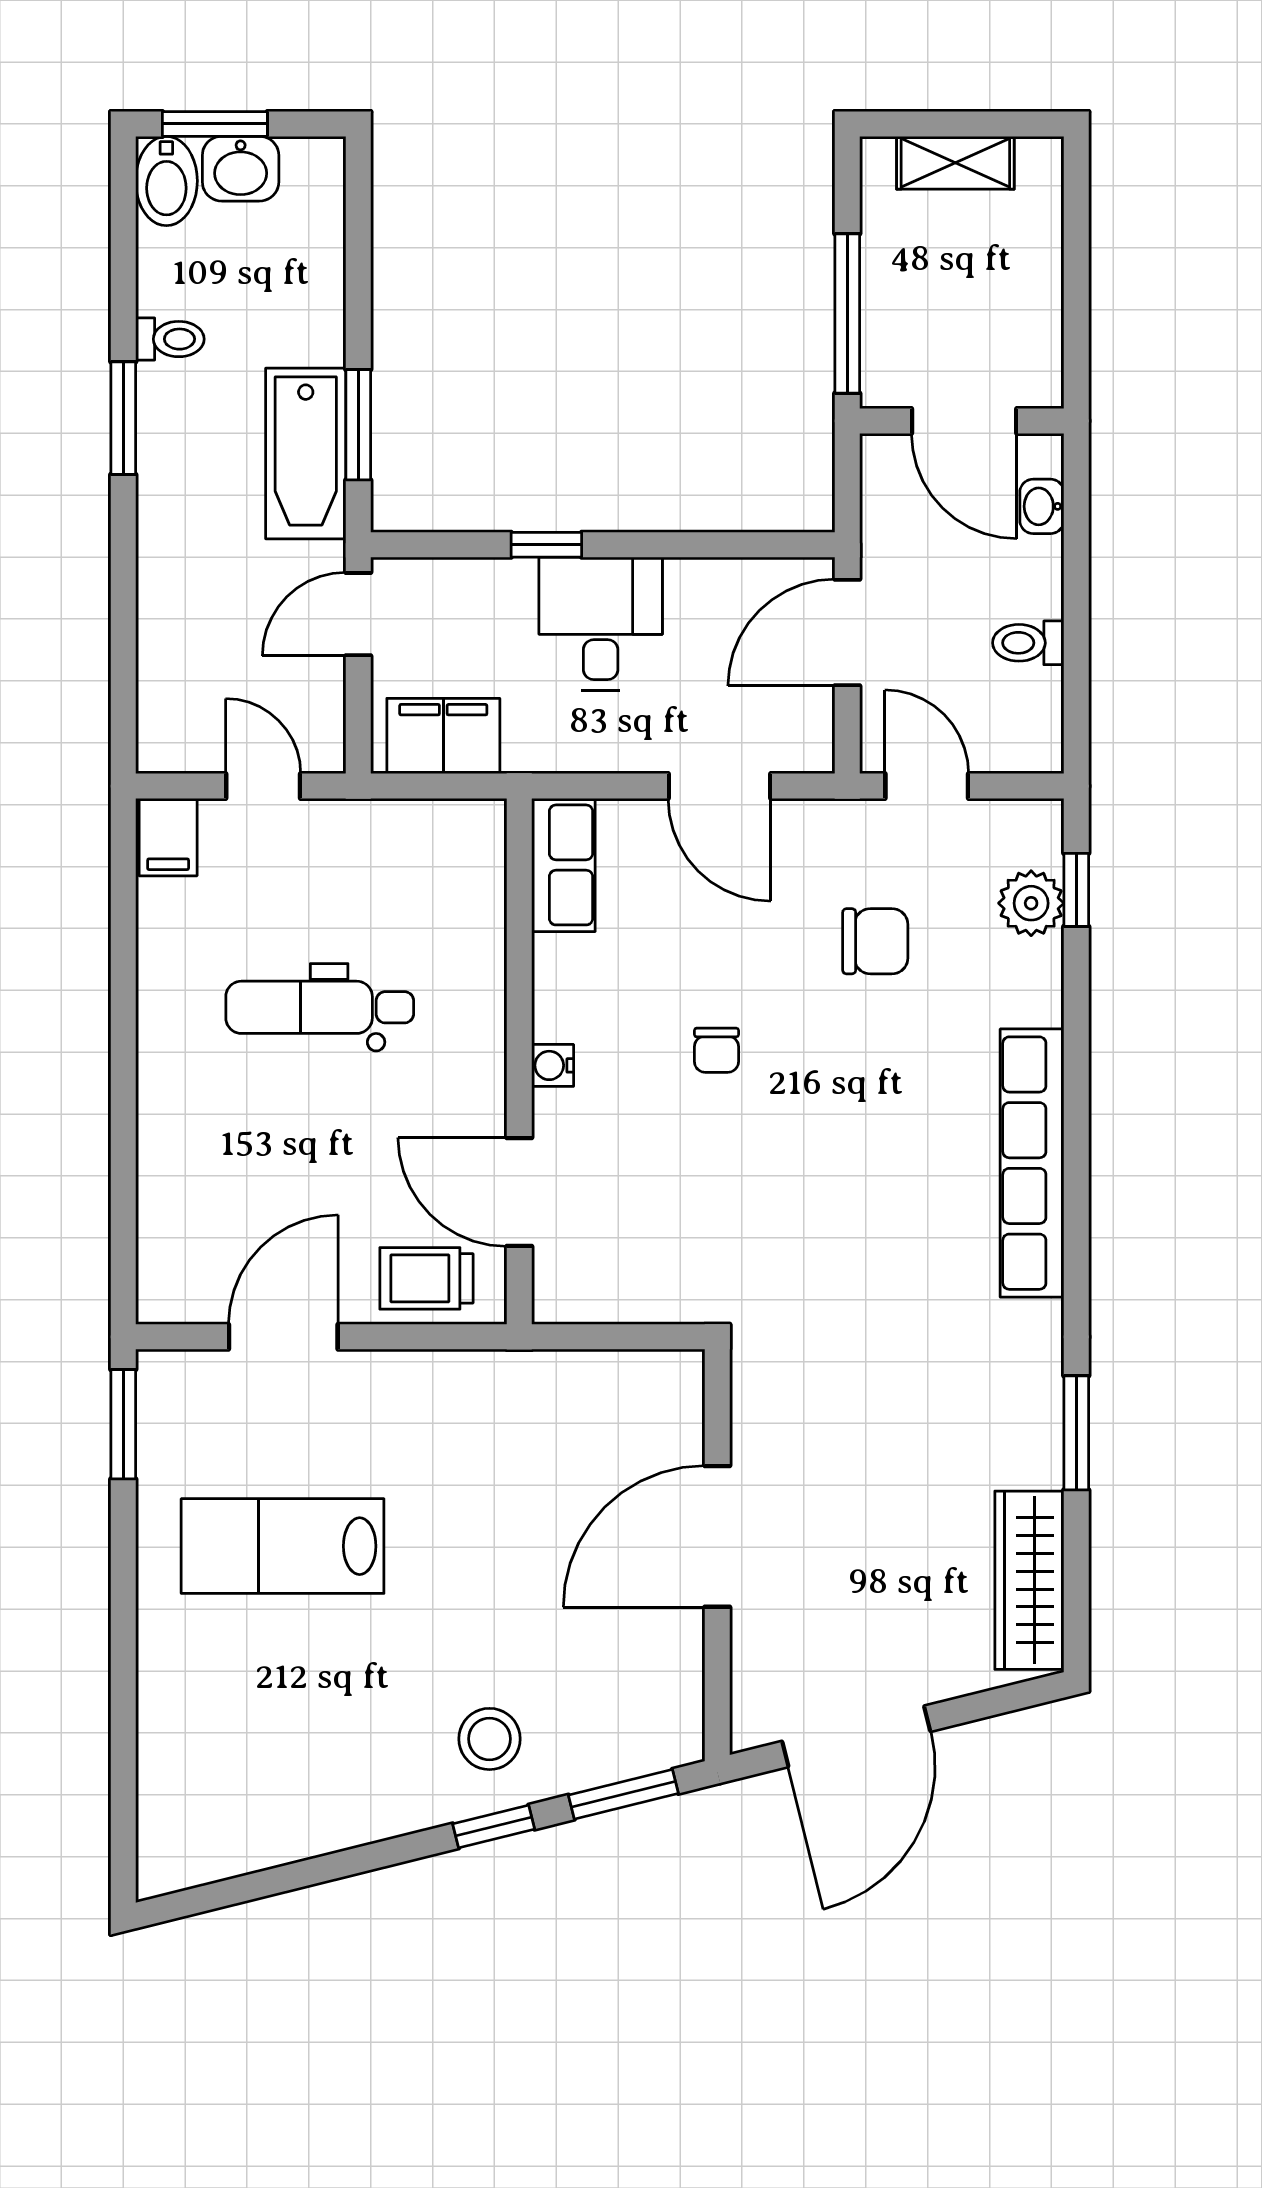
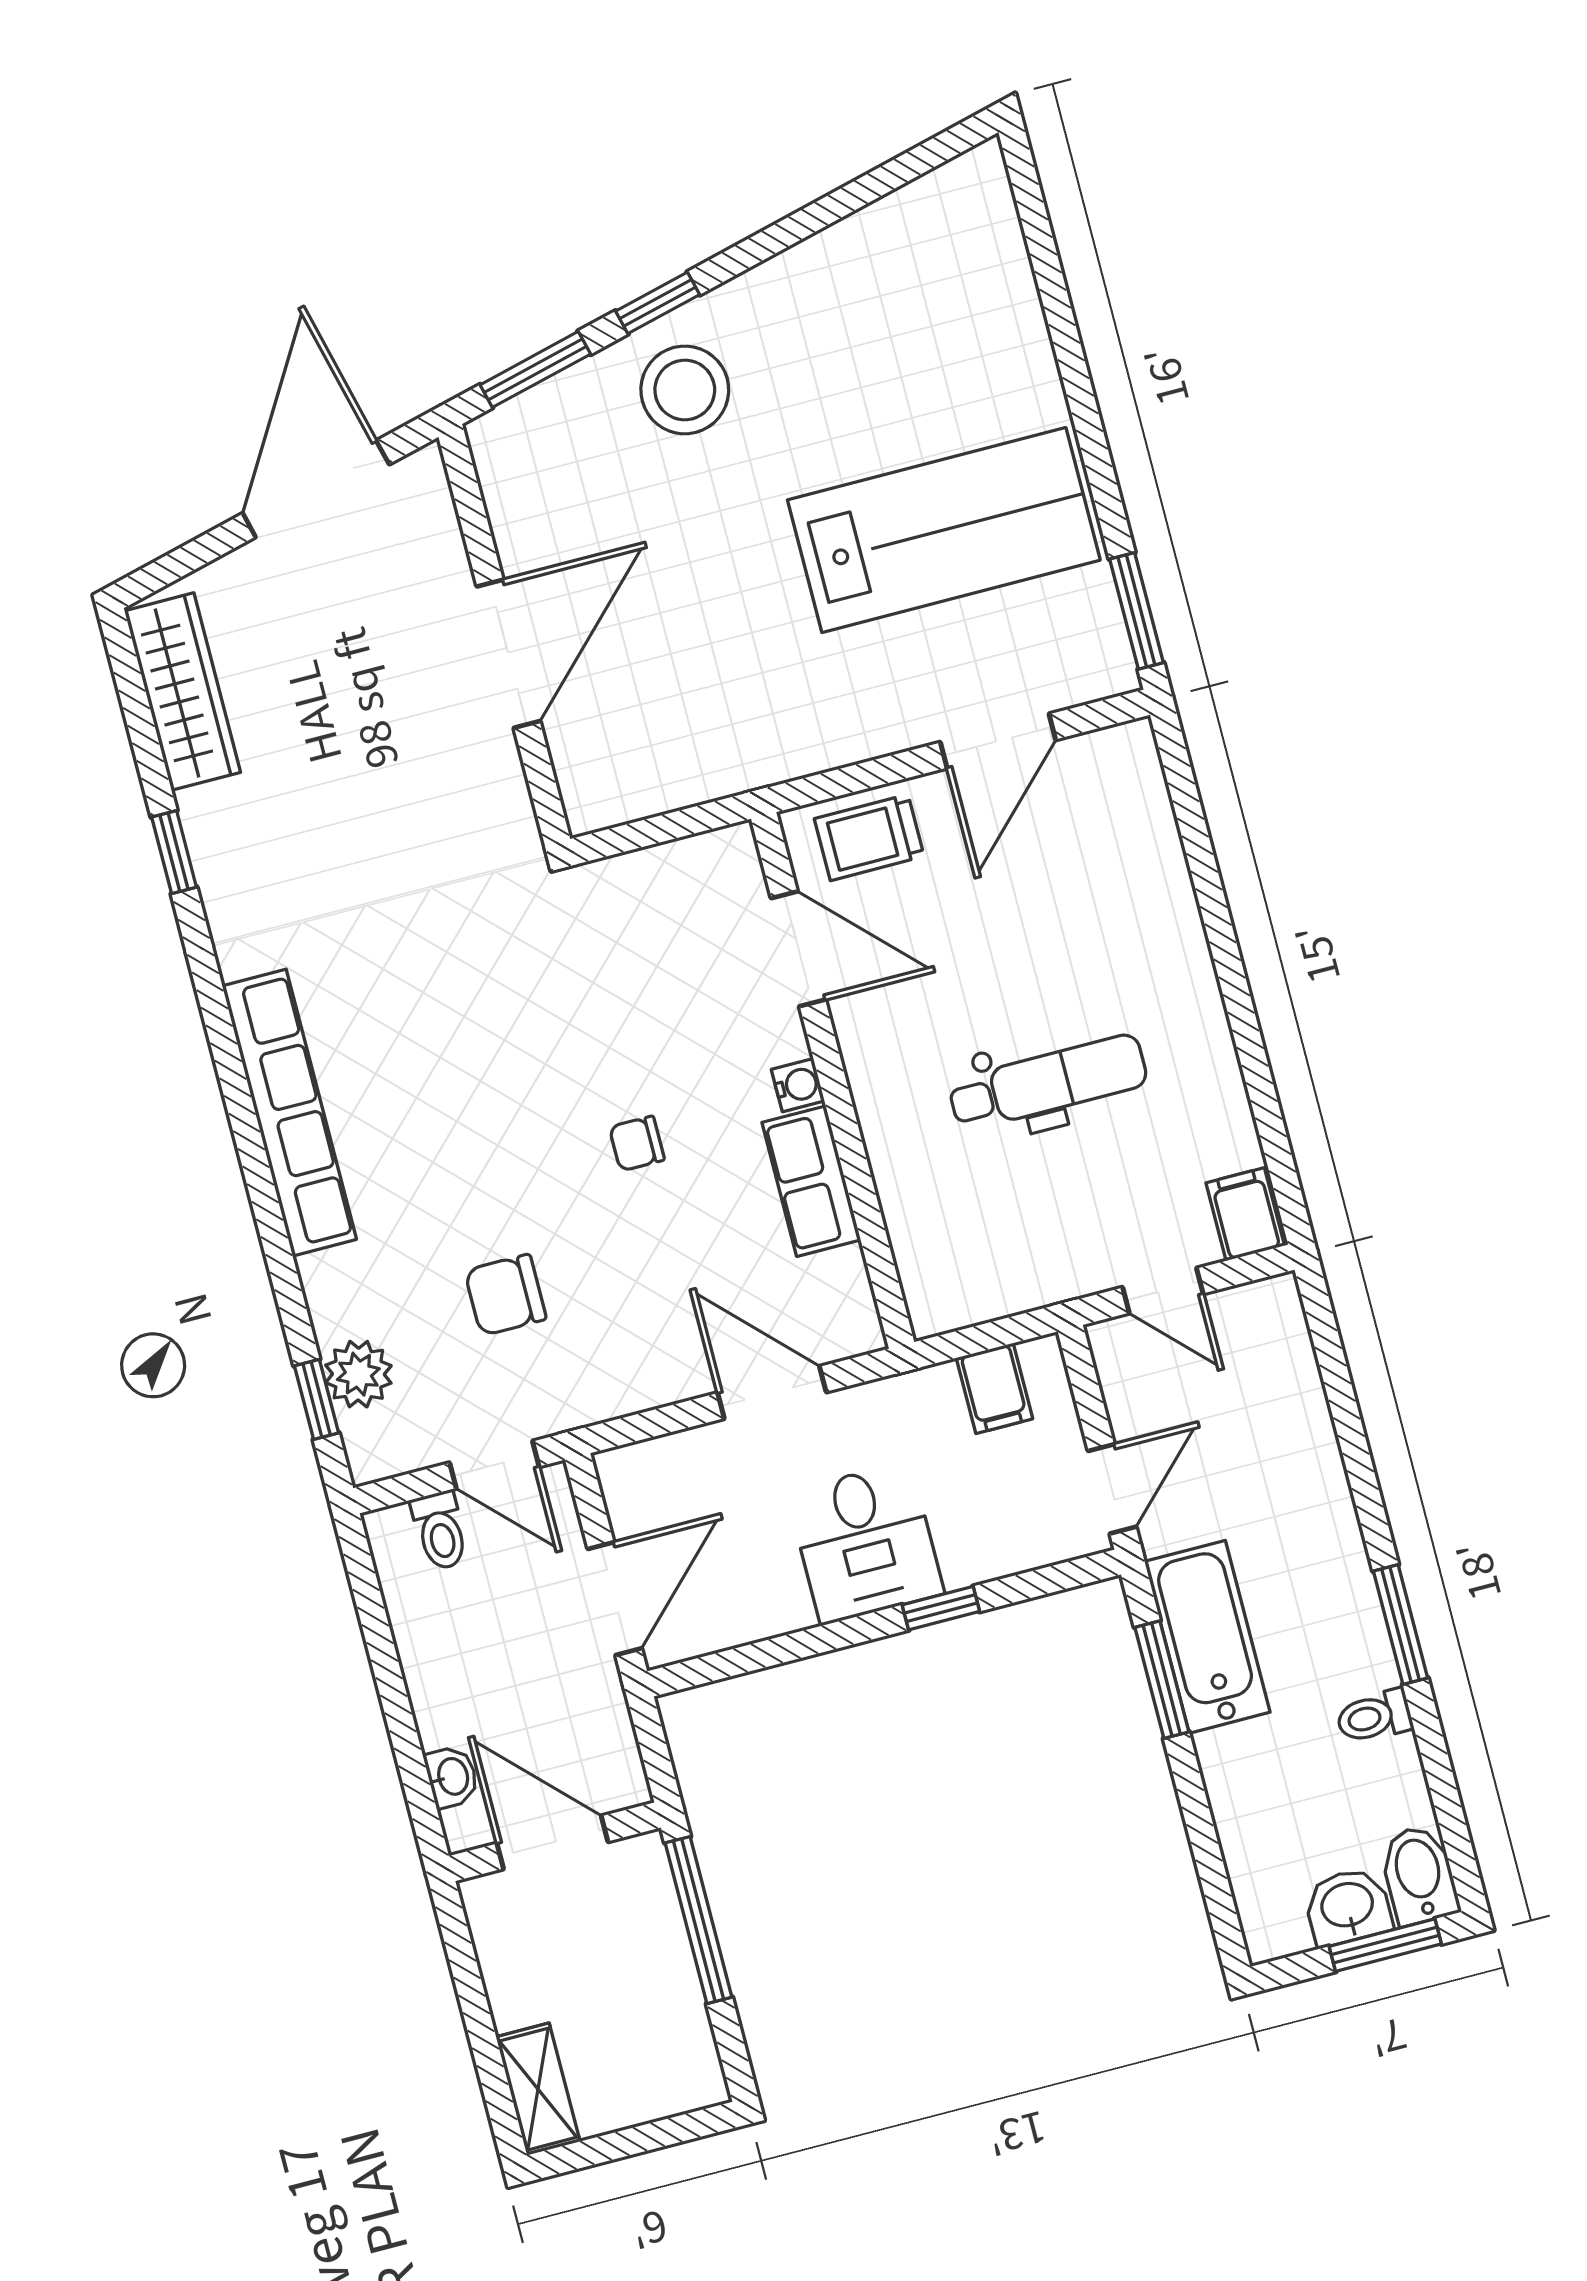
shelving: (955, 163) -> (538, 2089), moved, turned 90
toilet: (1028, 643) -> (440, 1531), moved, turned 90
filing cabinet: (443, 736) -> (995, 1388), width x0.50
door: (719, 786) -> (772, 1392), moved
row of seats: (563, 865) -> (811, 1181), moved
chair: (716, 1050) -> (637, 1143), turned -90
trolley: (426, 1278) -> (869, 837), turned 180
window: (1076, 1433) -> (174, 852), width x0.67
lab bench: (283, 1546) -> (944, 530), width x1.36, depth x1.39
stool: (489, 1739) -> (685, 390), width x1.38, depth x1.38

